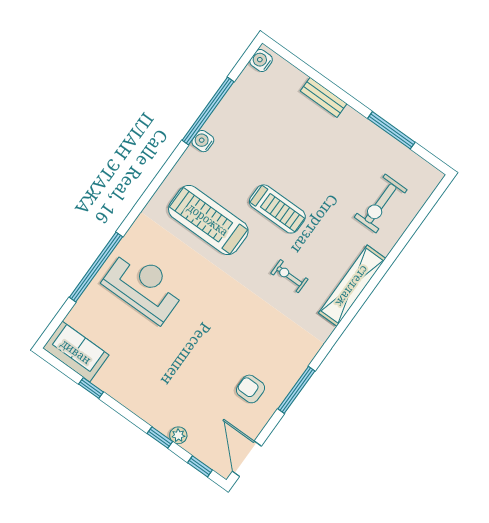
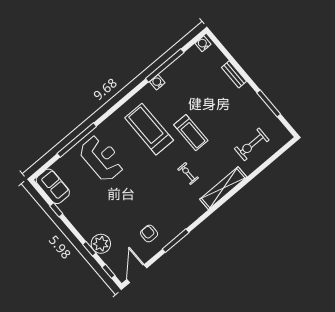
plant: (178, 435) -> (101, 244), width x1.88, depth x1.88

